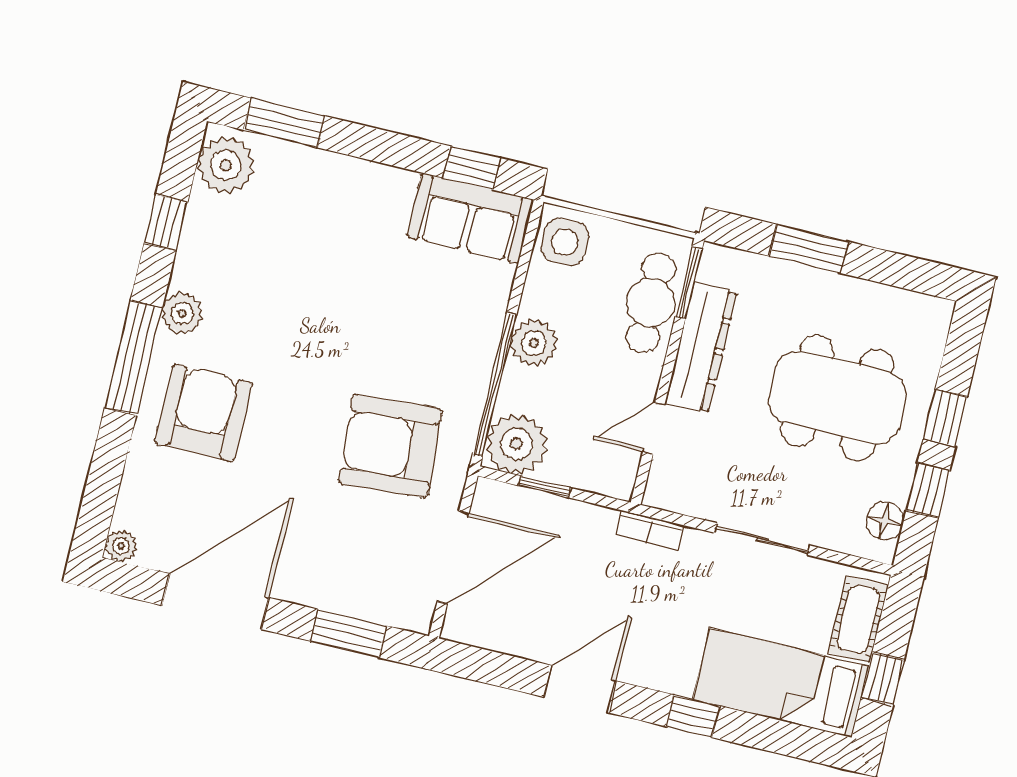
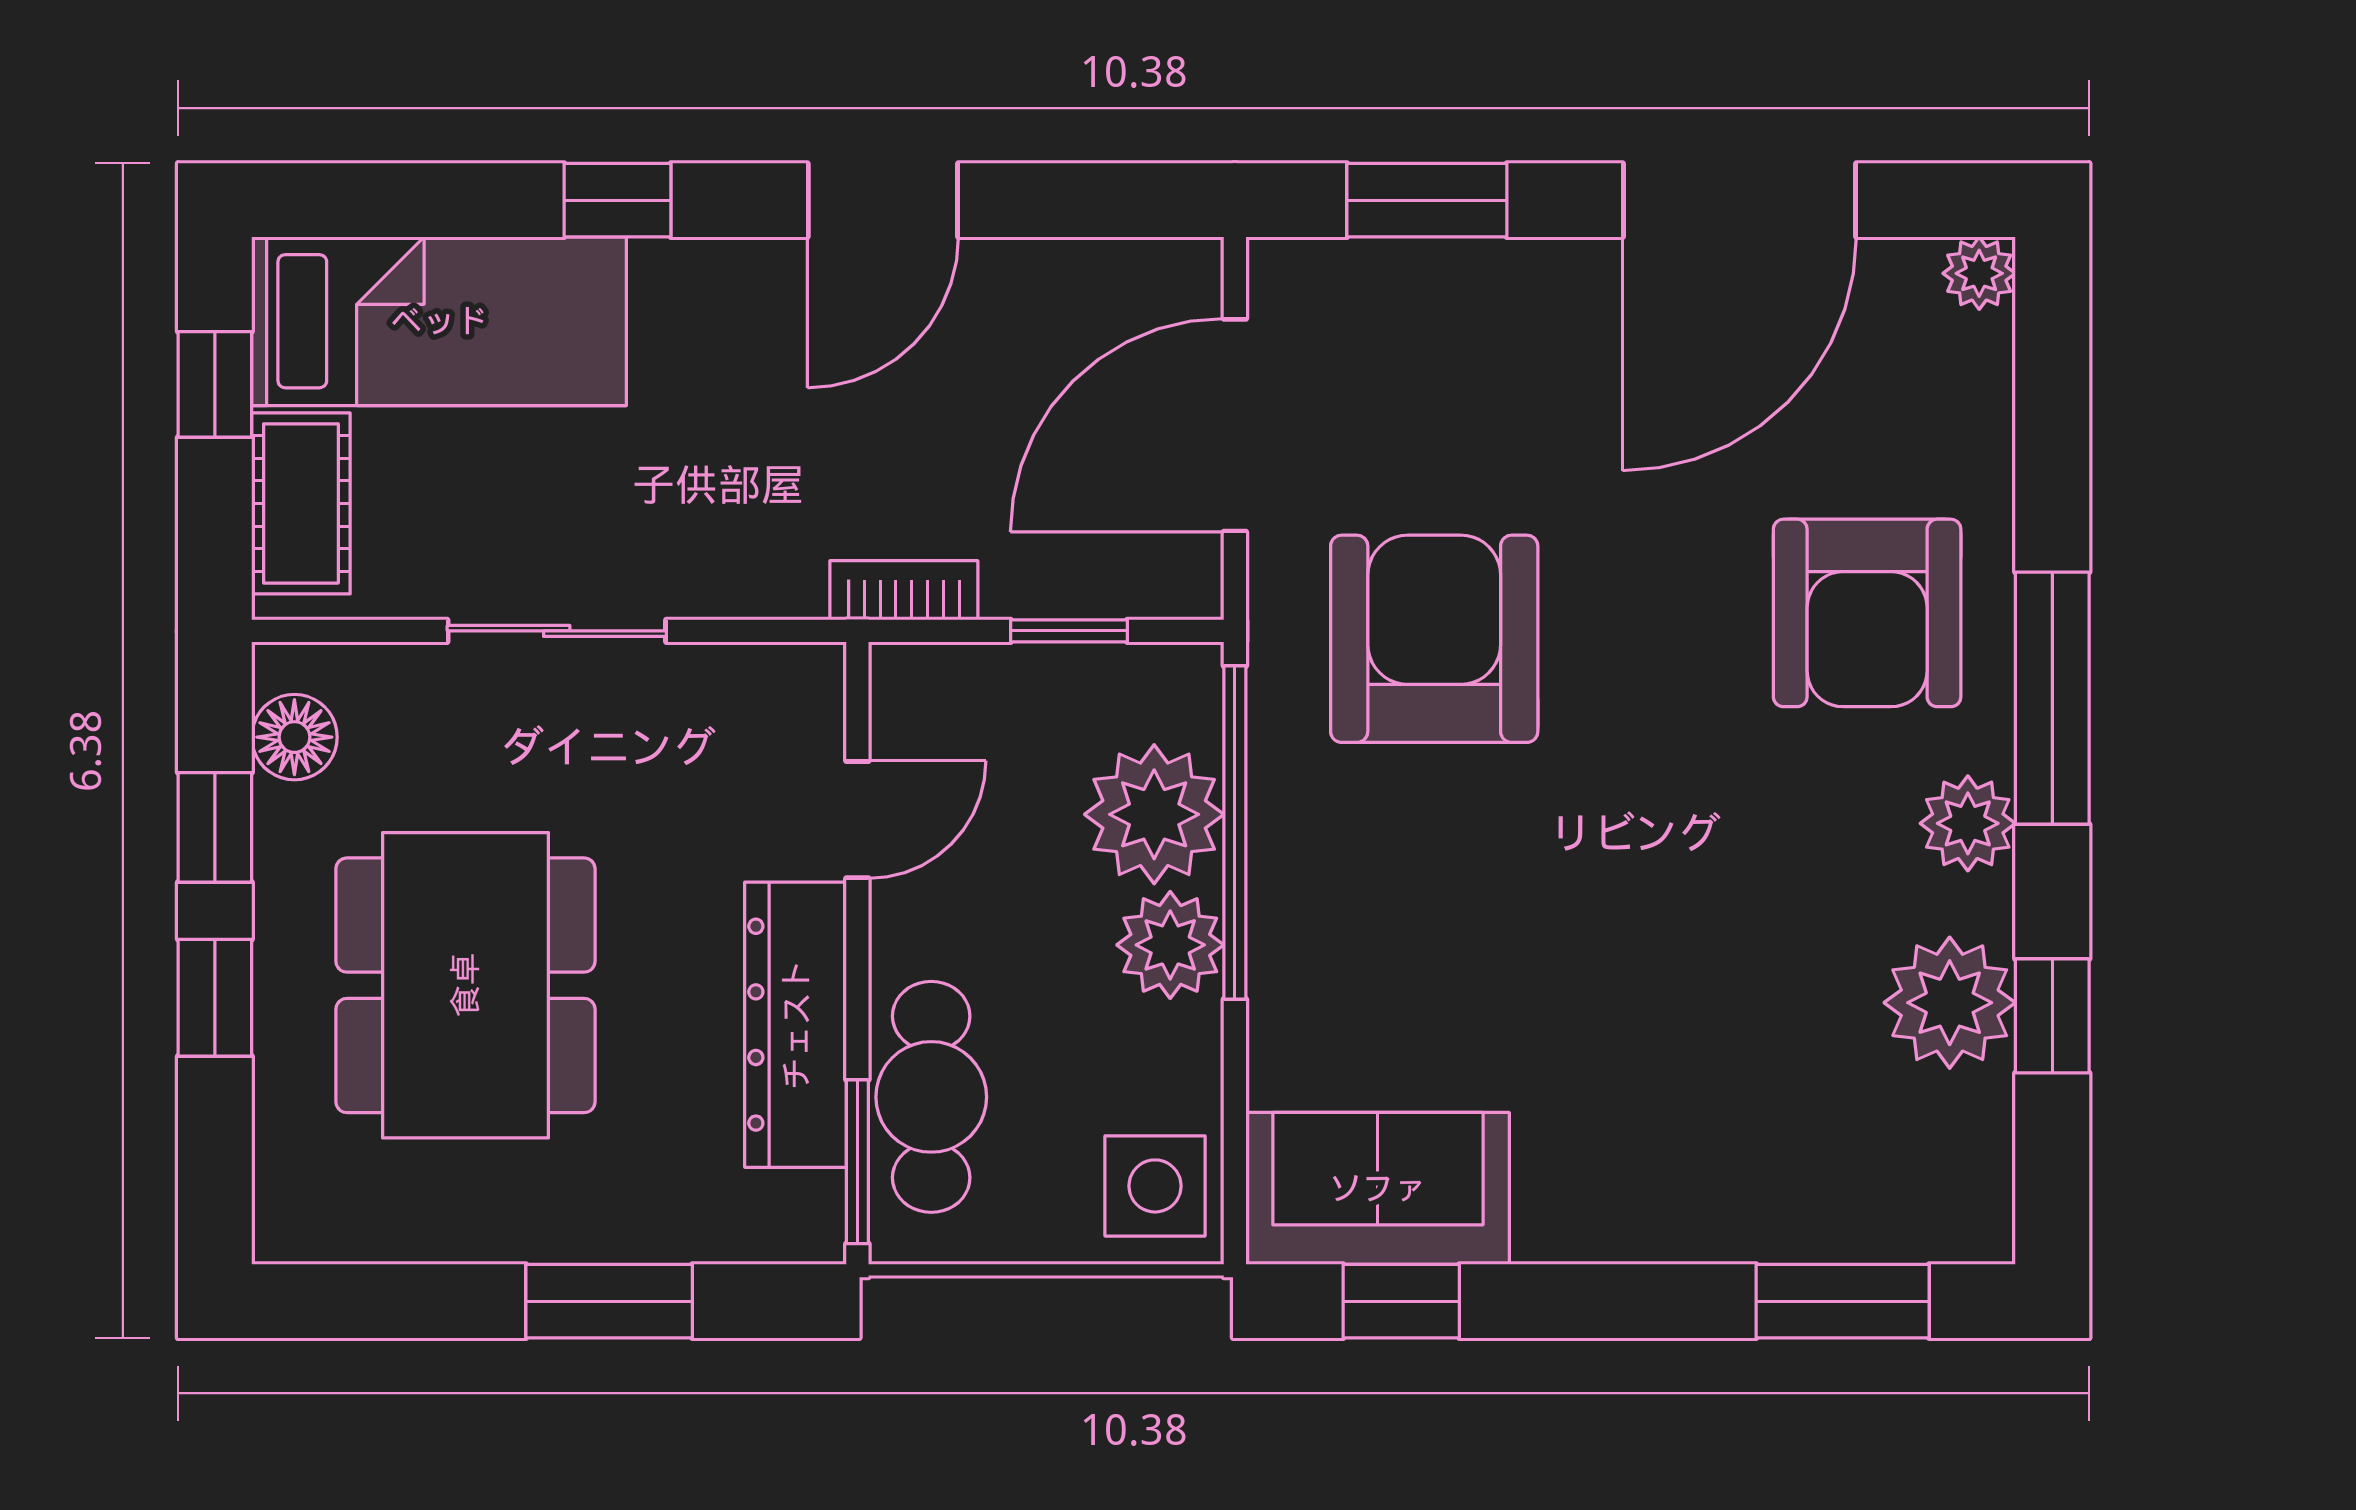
plant: (226, 165) -> (1950, 1003), moved
dining table: (837, 398) -> (465, 985), turned 90
plant: (517, 444) -> (1154, 814), moved
armchair: (390, 446) -> (1434, 639), turned -86
bookcase: (650, 530) -> (904, 590), moved

